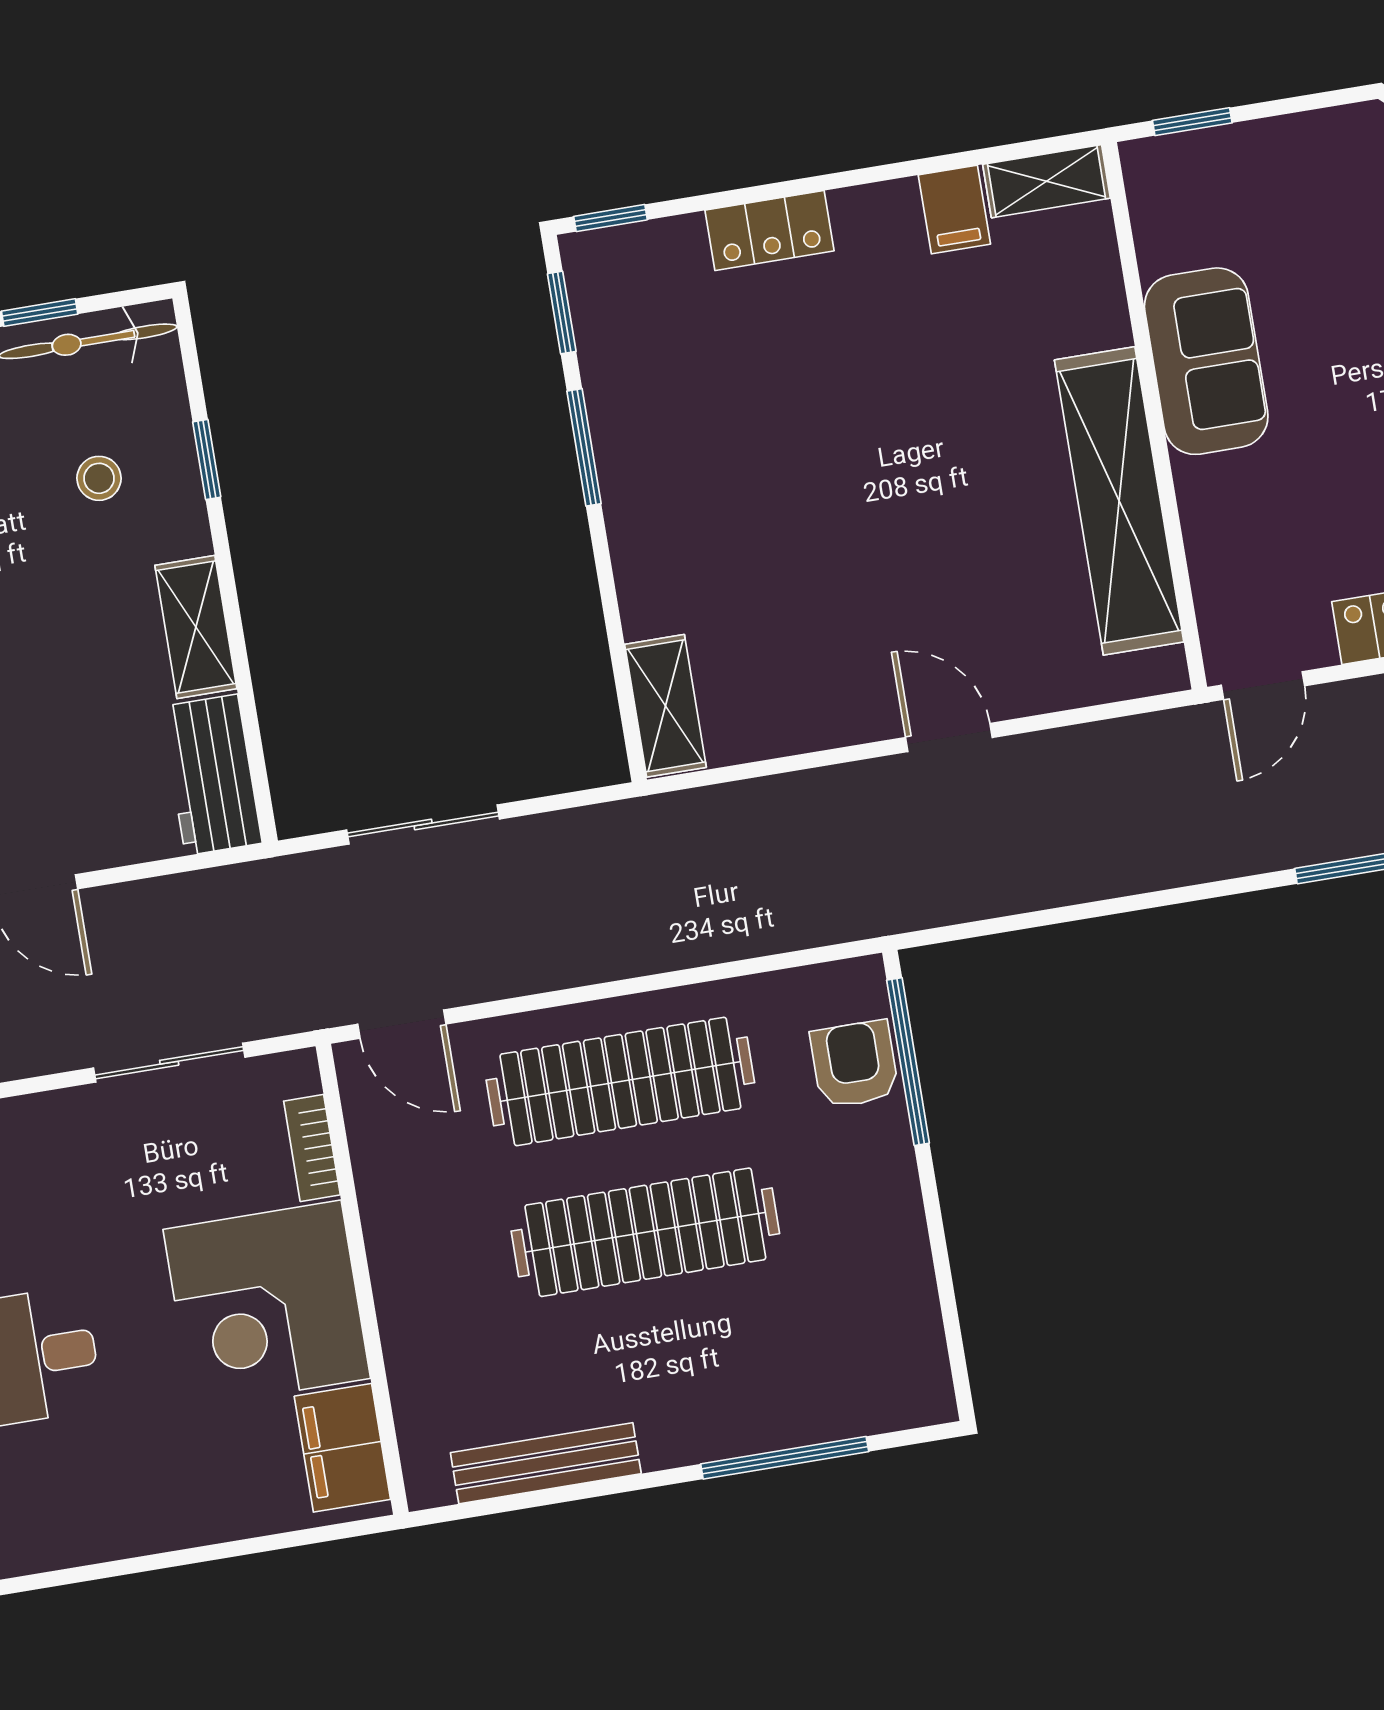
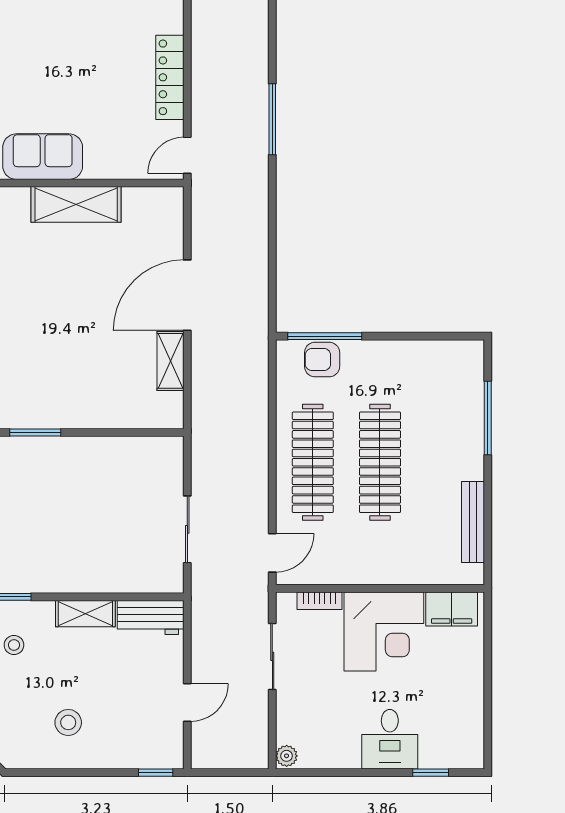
shelving: (1119, 501) -> (76, 204), width x0.68
door: (1263, 685) -> (187, 155), swing flipped
shelving: (665, 706) -> (171, 361), moved, turned 90
door: (949, 737) -> (187, 295), width x1.87

